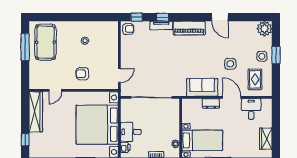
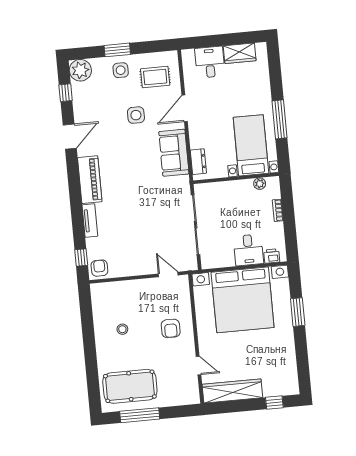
window: (163, 17) -> (66, 93), moved
dresser: (211, 103) -> (198, 162), moved
desk: (251, 109) -> (210, 62), moved, turned 90

